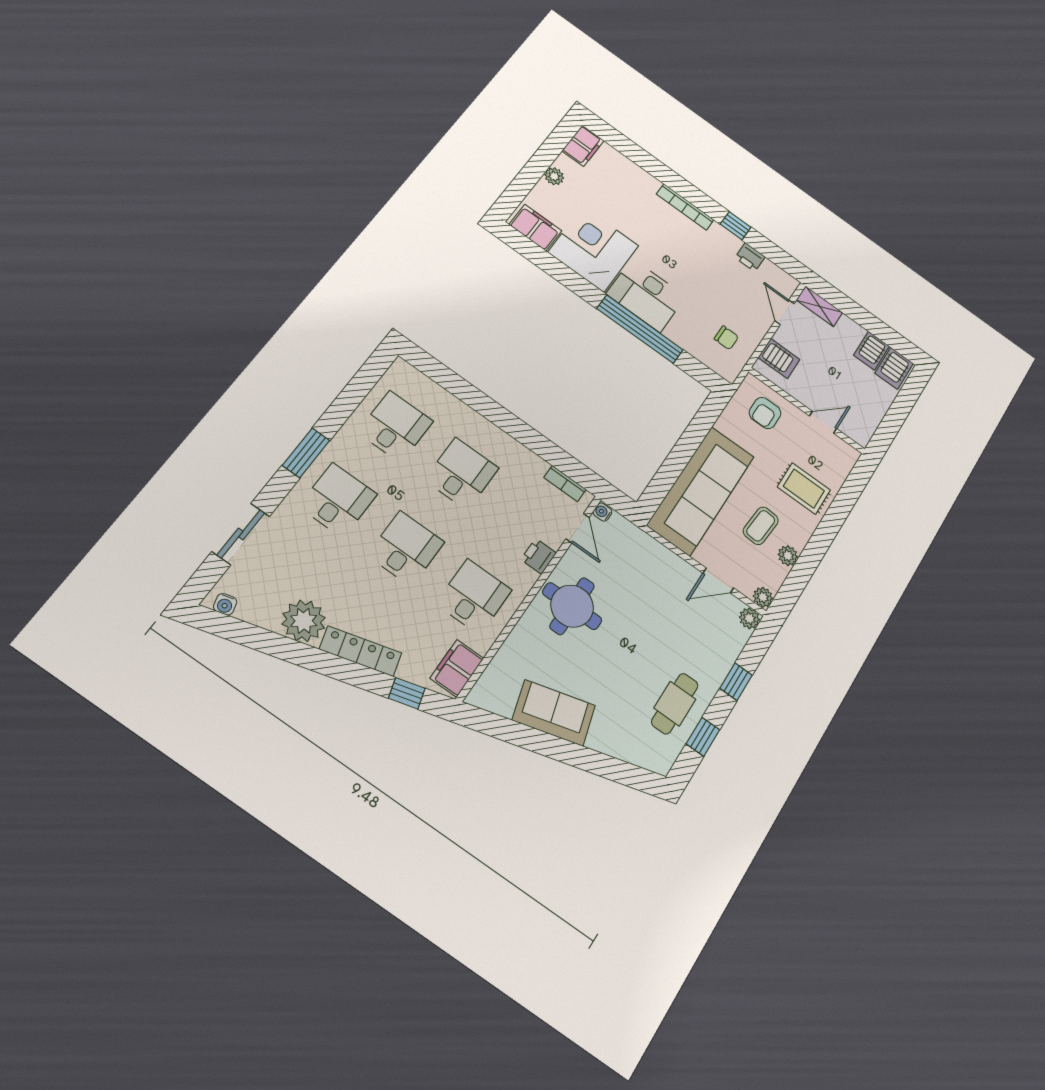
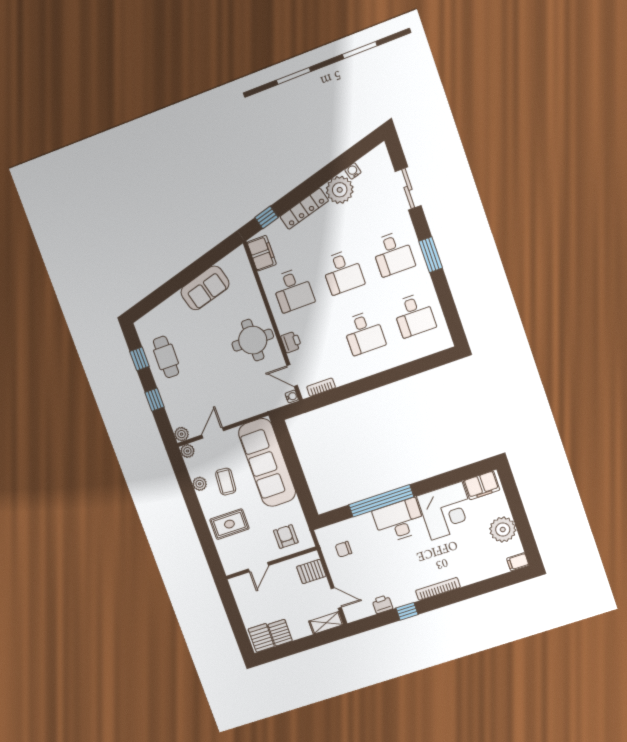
filing cabinet: (583, 146) -> (518, 562), width x0.50
plant: (554, 176) -> (503, 529), width x1.88, depth x1.88
water cooler: (225, 604) -> (353, 171), moved

